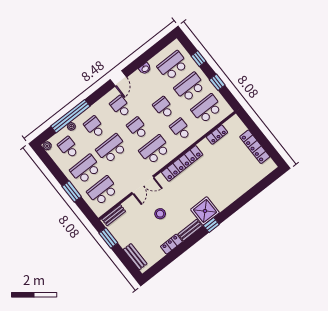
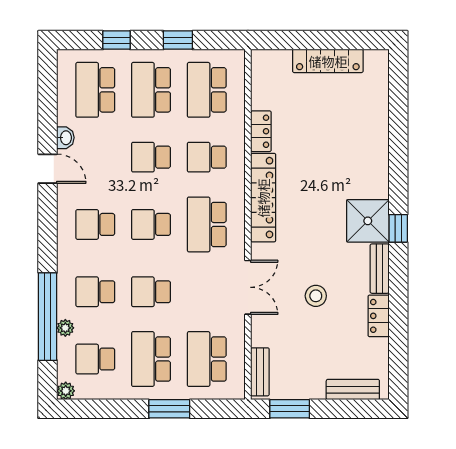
door: (118, 78) -> (48, 169), moved
locker: (217, 135) -> (261, 131), moved
school desk: (111, 149) -> (151, 292), width x0.54

